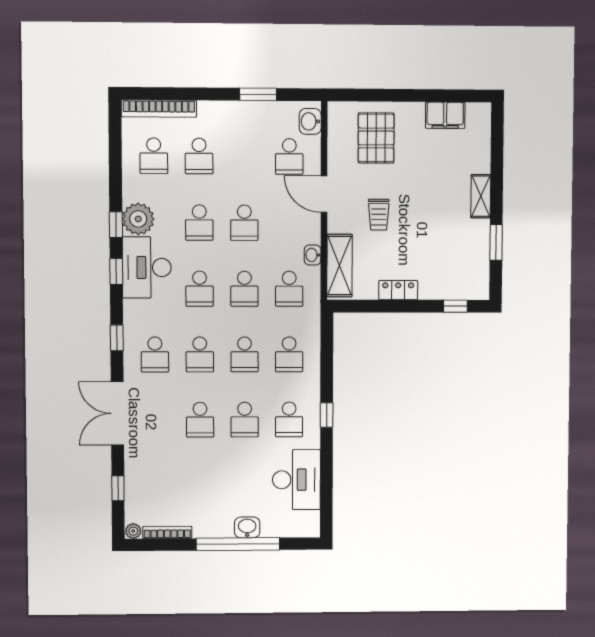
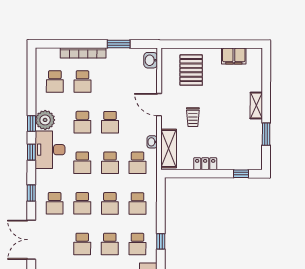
bookcase: (159, 108) -> (83, 53), moved
school desk: (289, 157) -> (138, 82), removed

